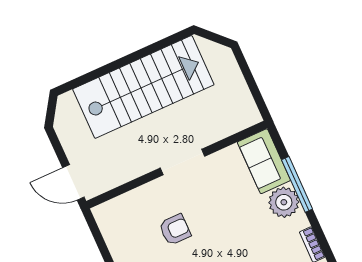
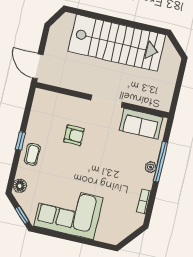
sofa: (264, 161) -> (141, 124), moved, turned -90
plant: (284, 202) -> (151, 167), width x0.53, depth x0.53

